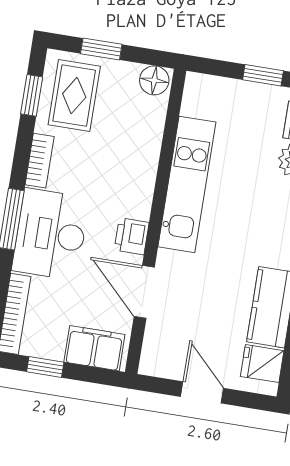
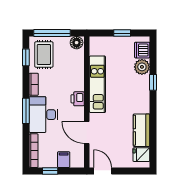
window: (101, 49) -> (52, 33), width x2.17
printer: (132, 236) -> (78, 99), moved
filing cabinet: (94, 348) -> (64, 160), width x0.50
door: (202, 392) -> (103, 171), moved

